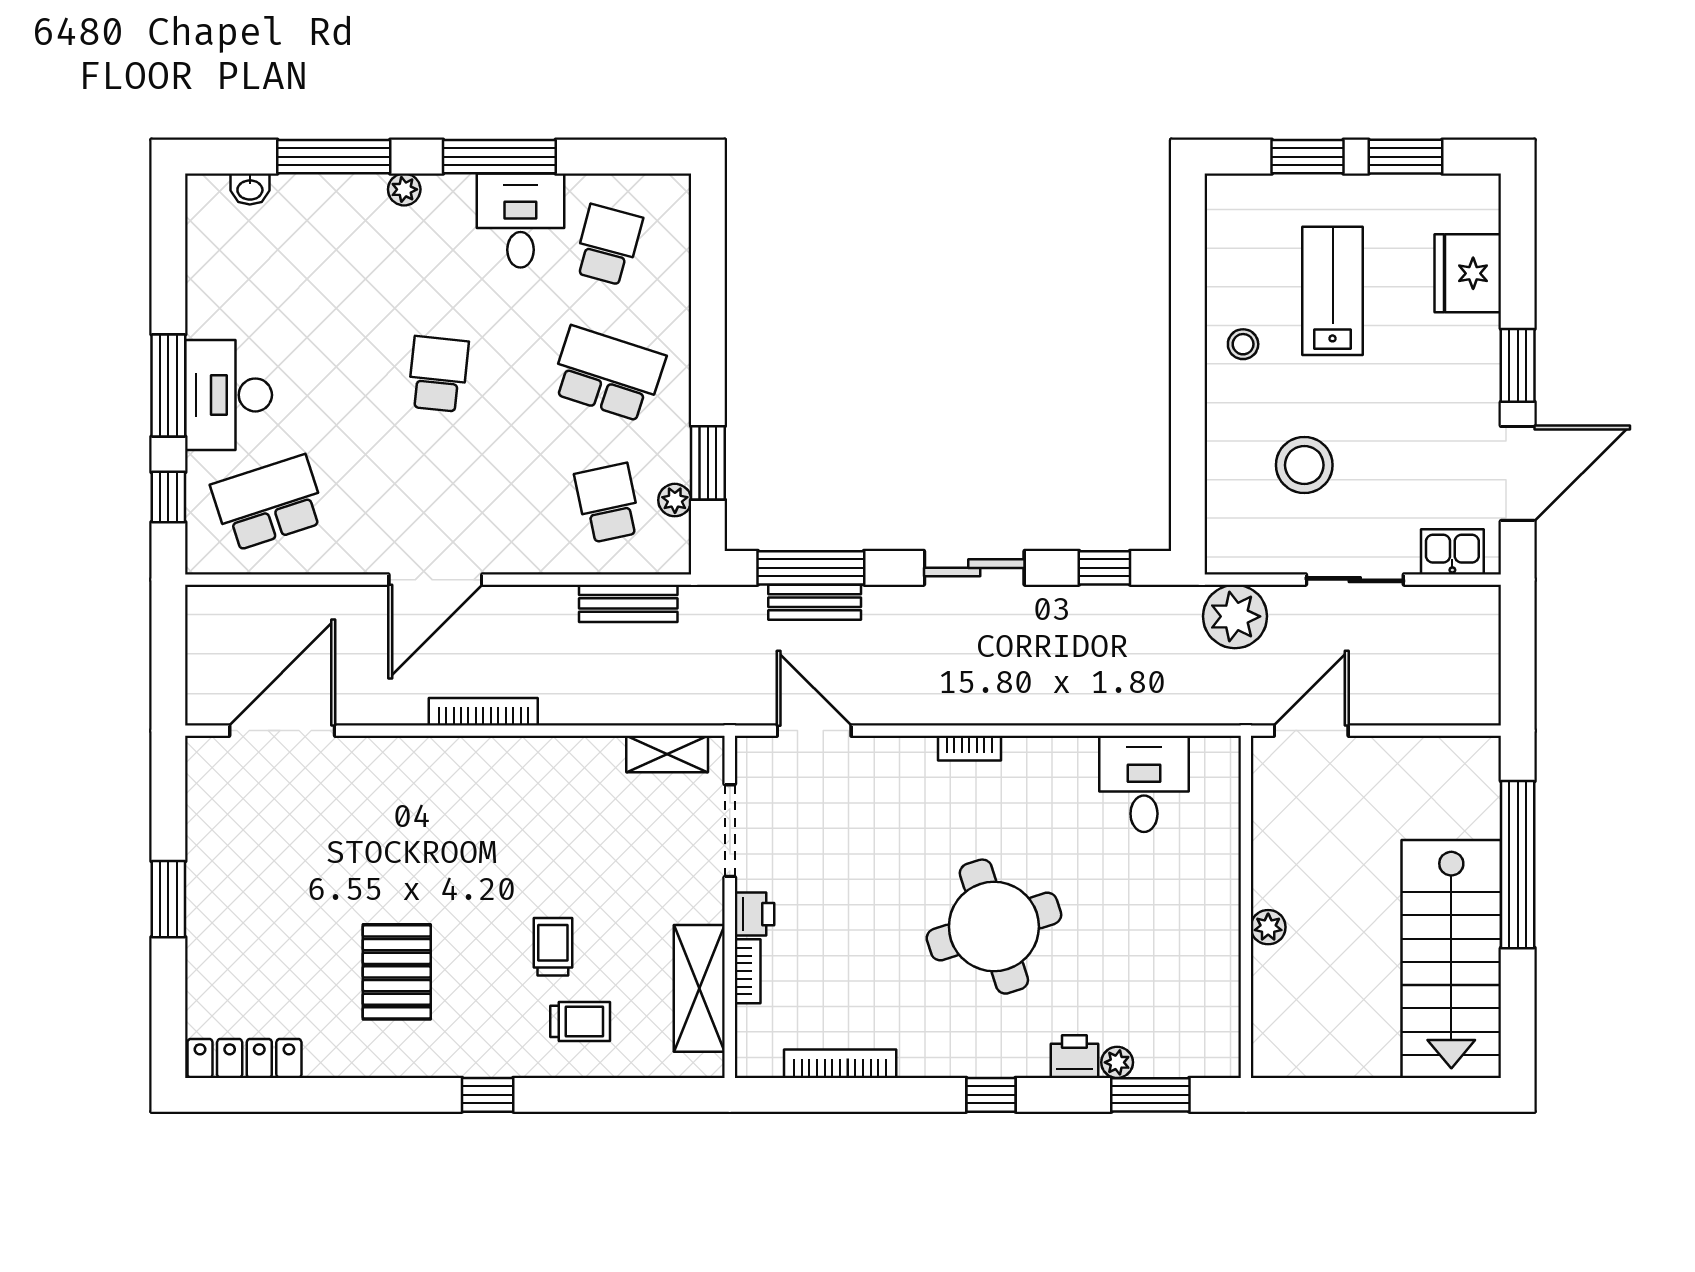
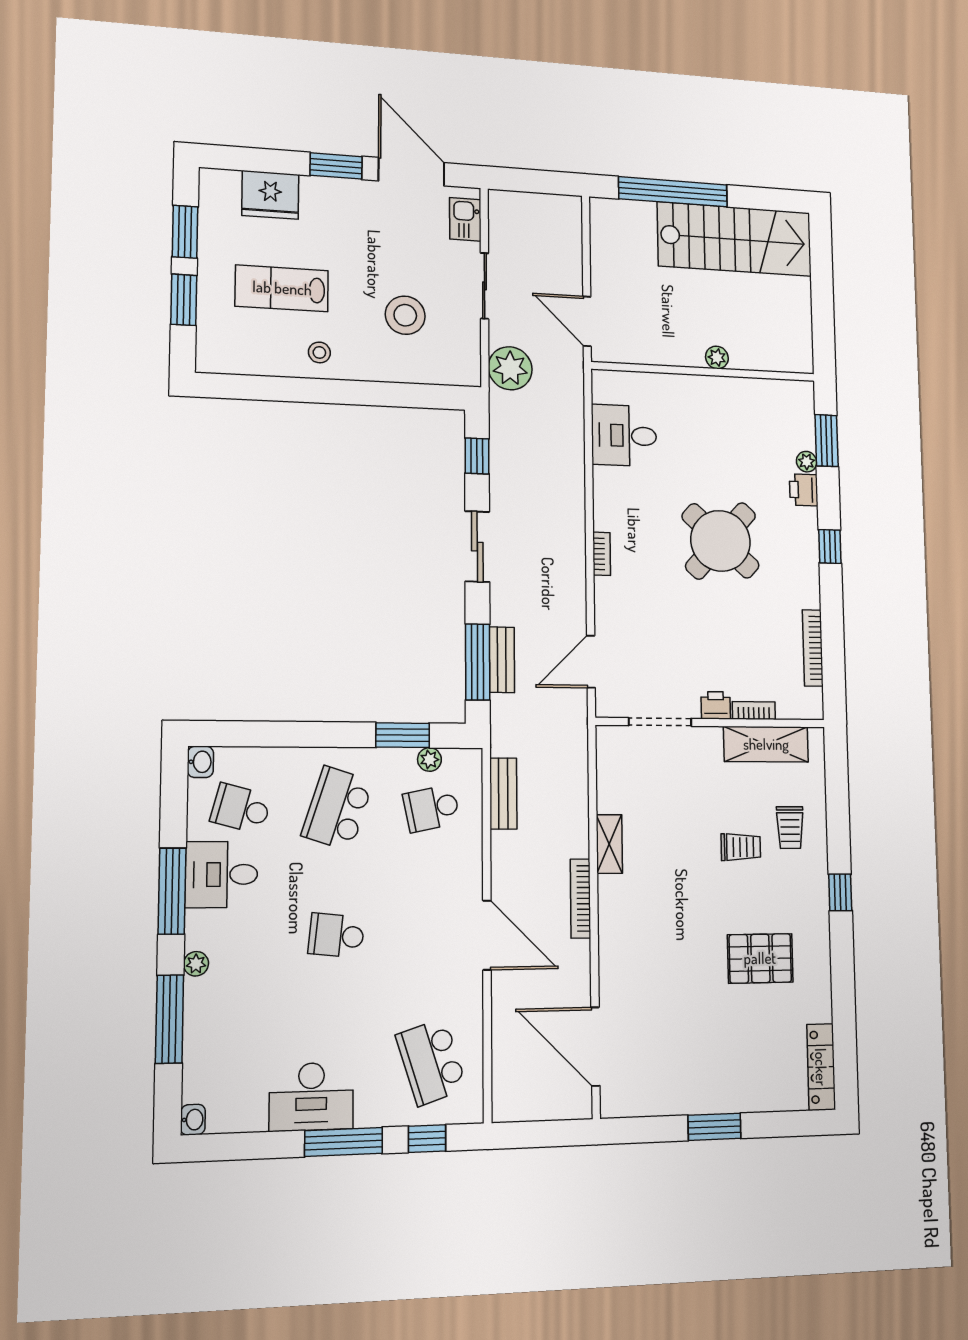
washbasin: (250, 189) -> (193, 1120), moved
washbasin: (670, 190) -> (200, 762), added
desk: (228, 395) -> (311, 1097), moved
shelving: (667, 754) -> (609, 844), moved
round table: (994, 927) -> (721, 541), turned -30
trolley: (553, 947) -> (741, 847), turned 180
trolley: (580, 1021) -> (790, 828), turned 180

